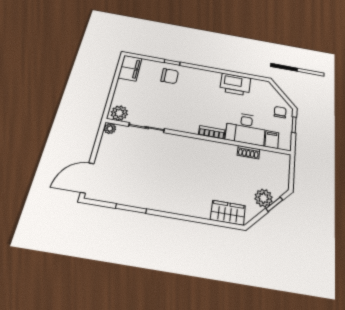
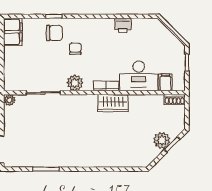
printer: (235, 84) -> (123, 25), width x0.53, depth x0.68
chair: (280, 112) -> (75, 49), moved
plant: (119, 113) -> (75, 83), moved
shoe rack: (248, 152) -> (175, 100), moved
wardrobe: (228, 213) -> (113, 103), moved, turned 180

